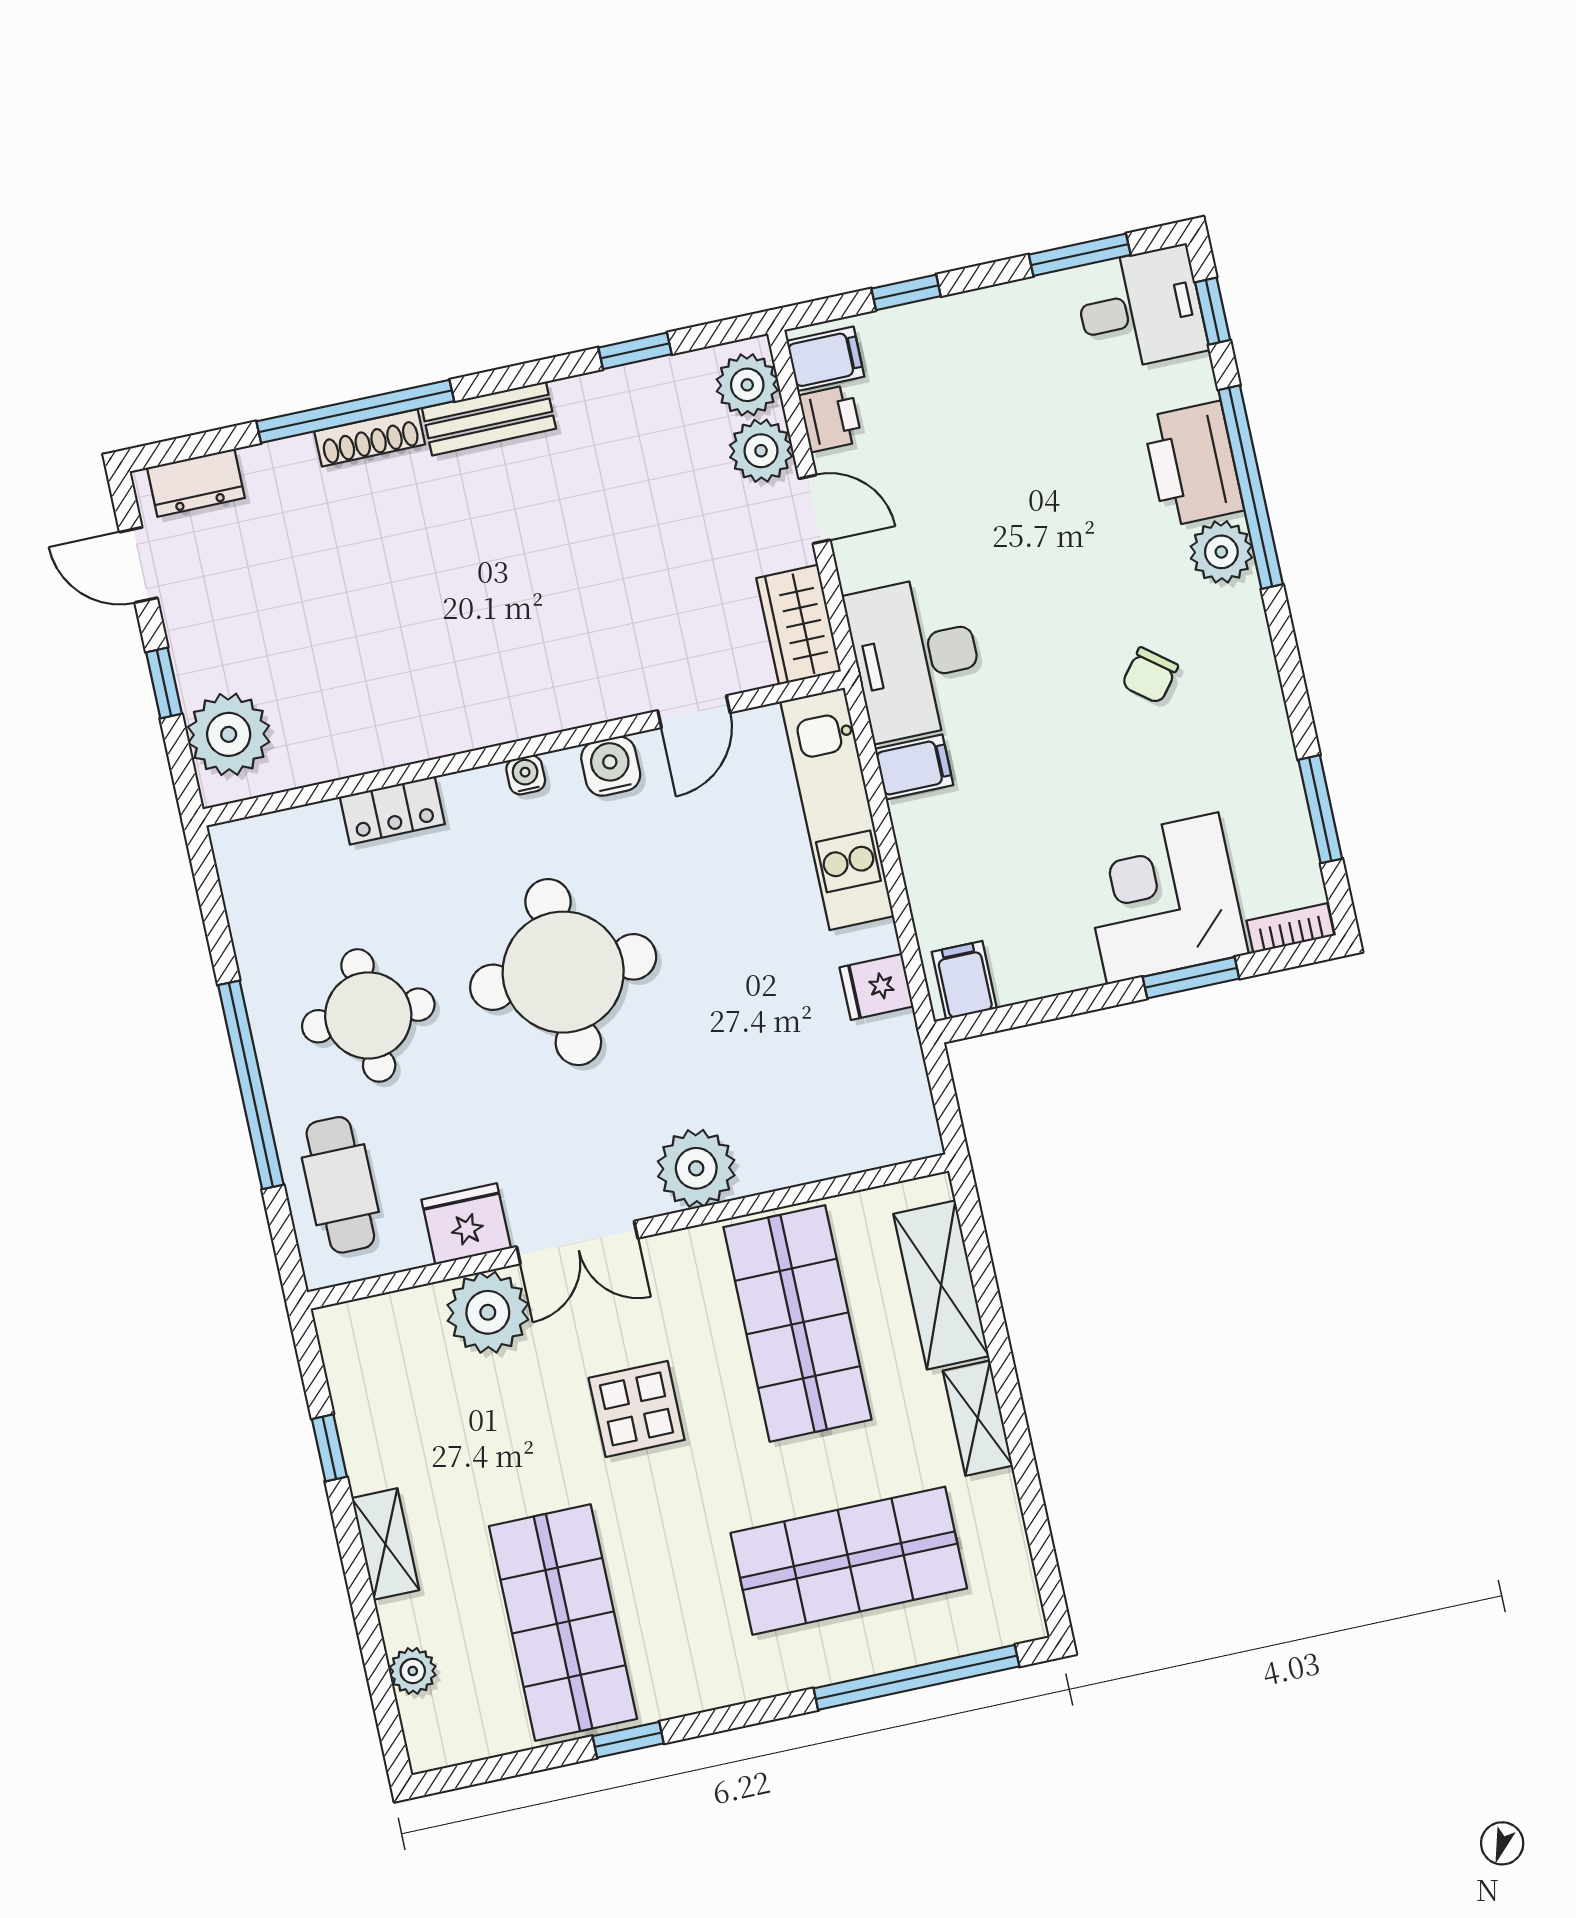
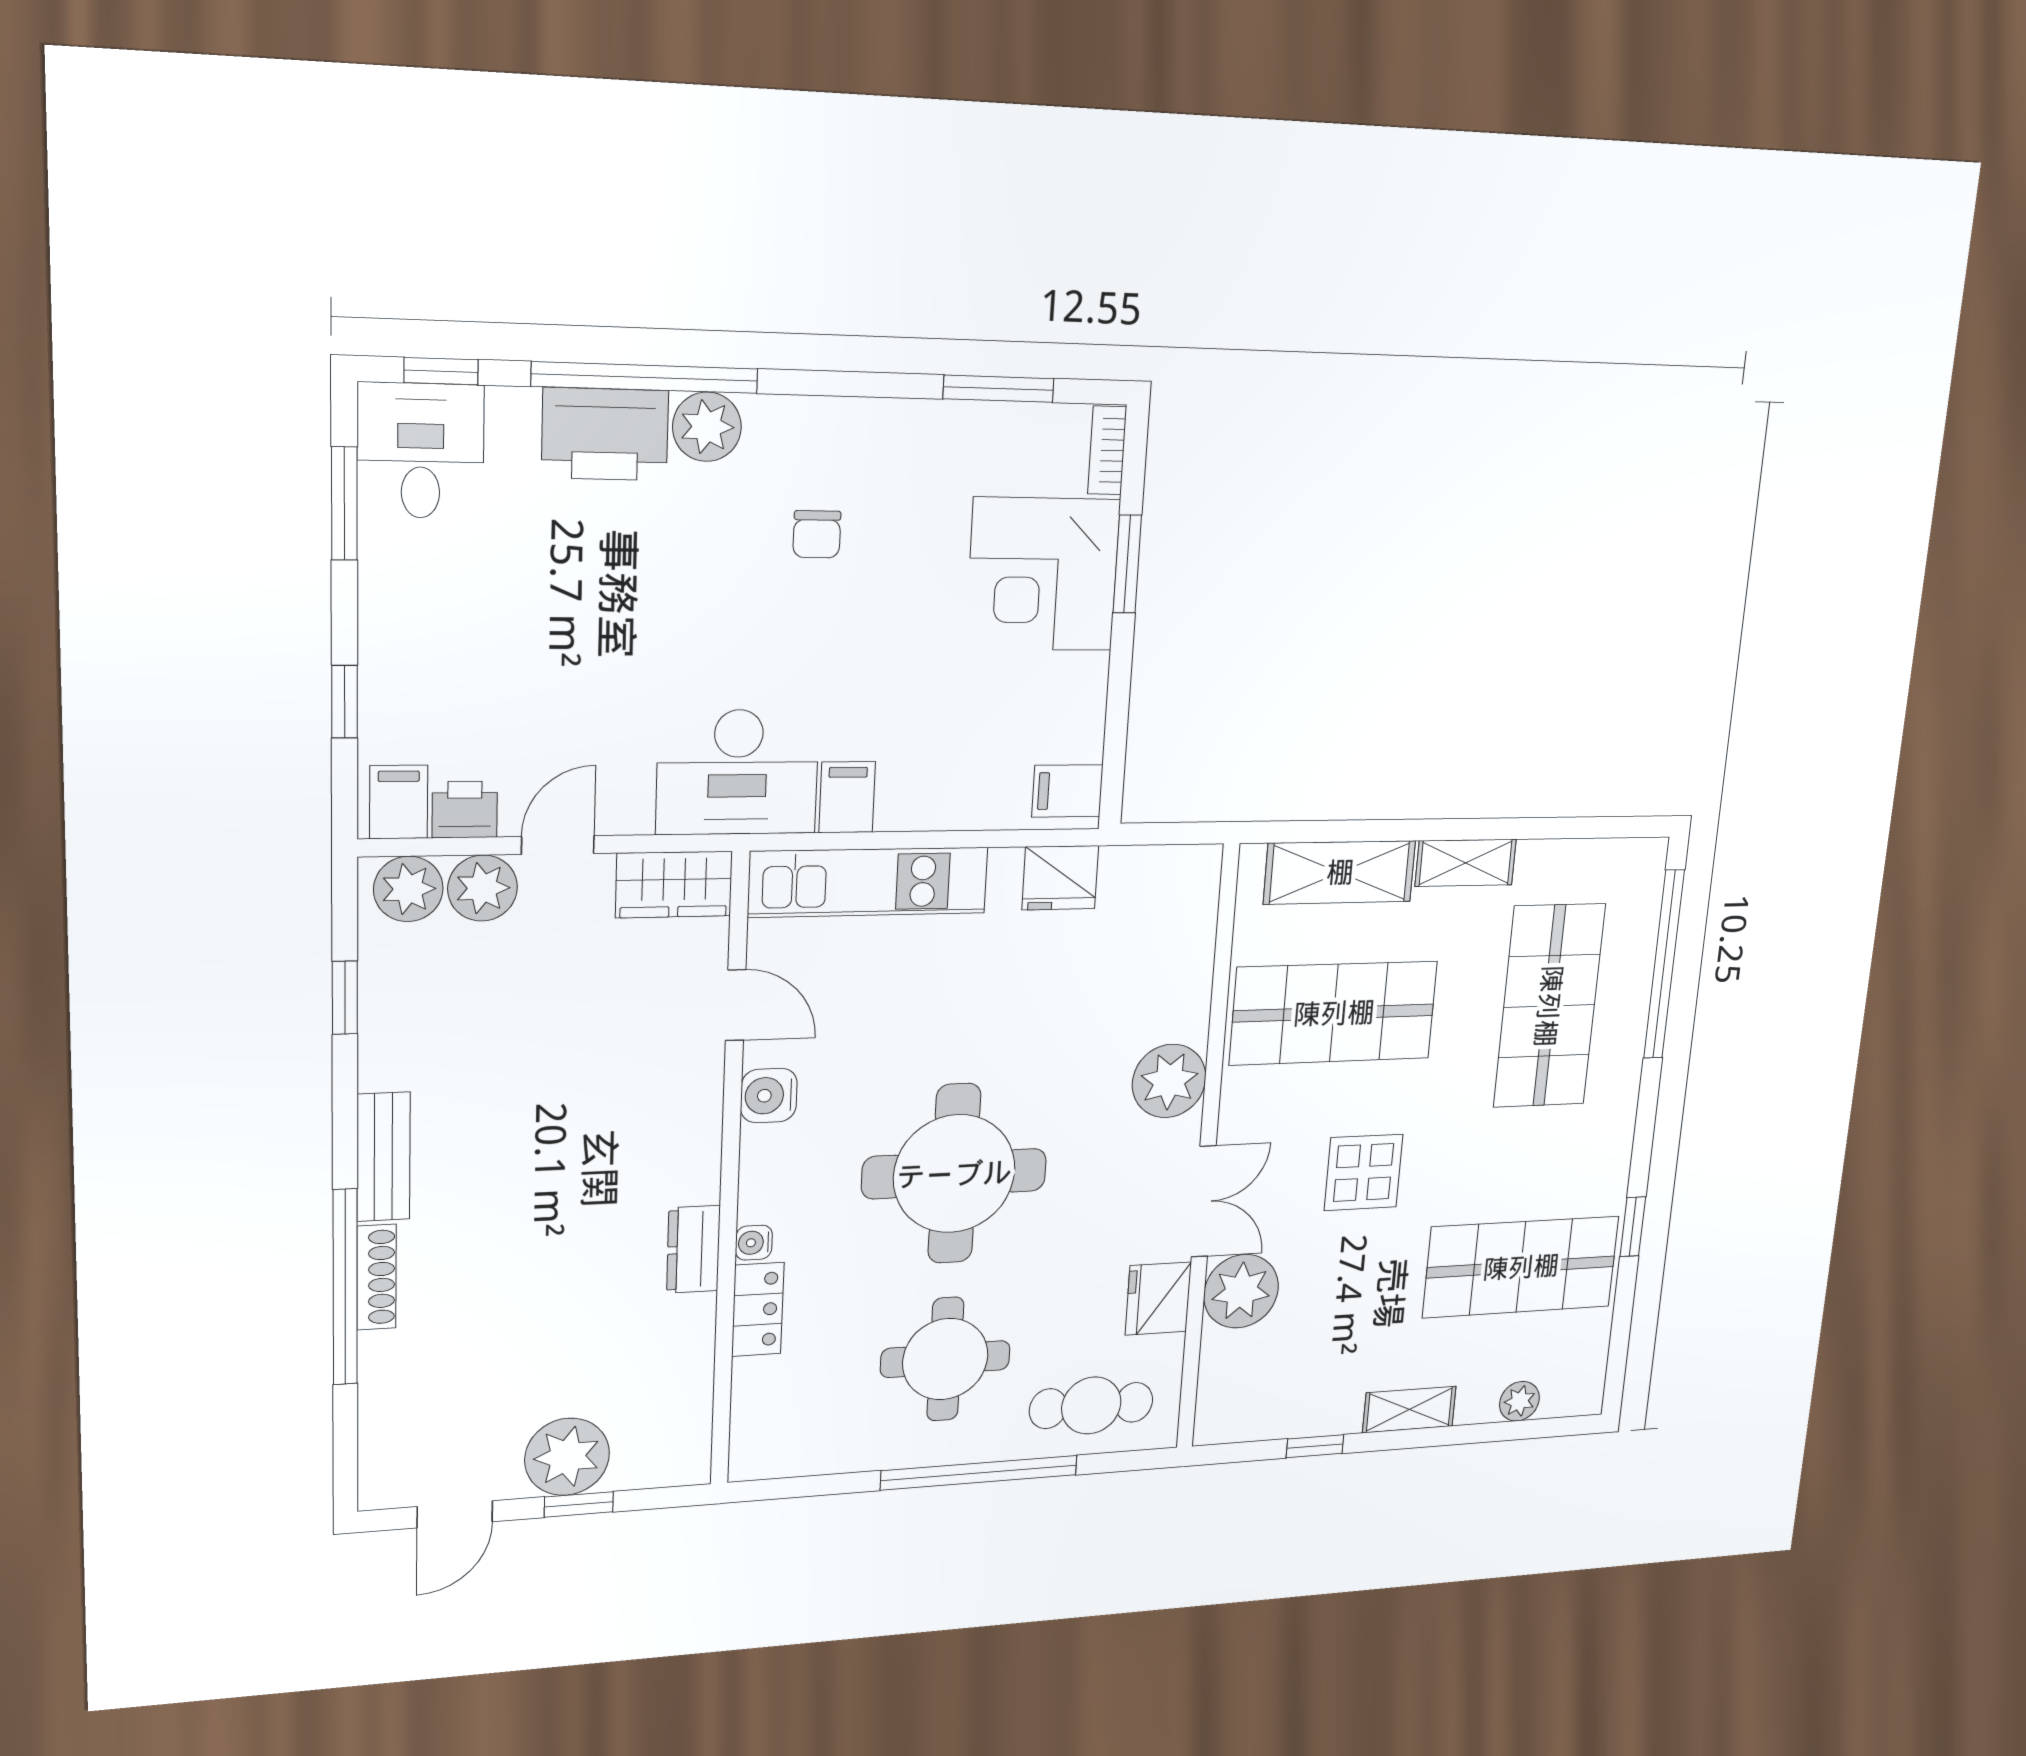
dresser: (196, 483) -> (693, 1249), moved, turned 180
chair: (1150, 675) -> (817, 534), turned 52
plant: (229, 734) -> (567, 1457), moved
water cooler: (526, 775) -> (754, 1243), moved
fridge: (876, 987) -> (1060, 878), width x1.38

